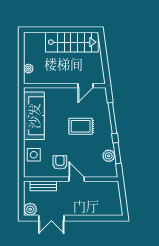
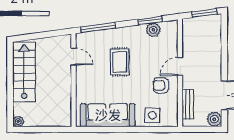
plant: (28, 69) -> (18, 121), moved
window: (112, 118) -> (98, 27), moved
window: (123, 201) -> (204, 13), added

